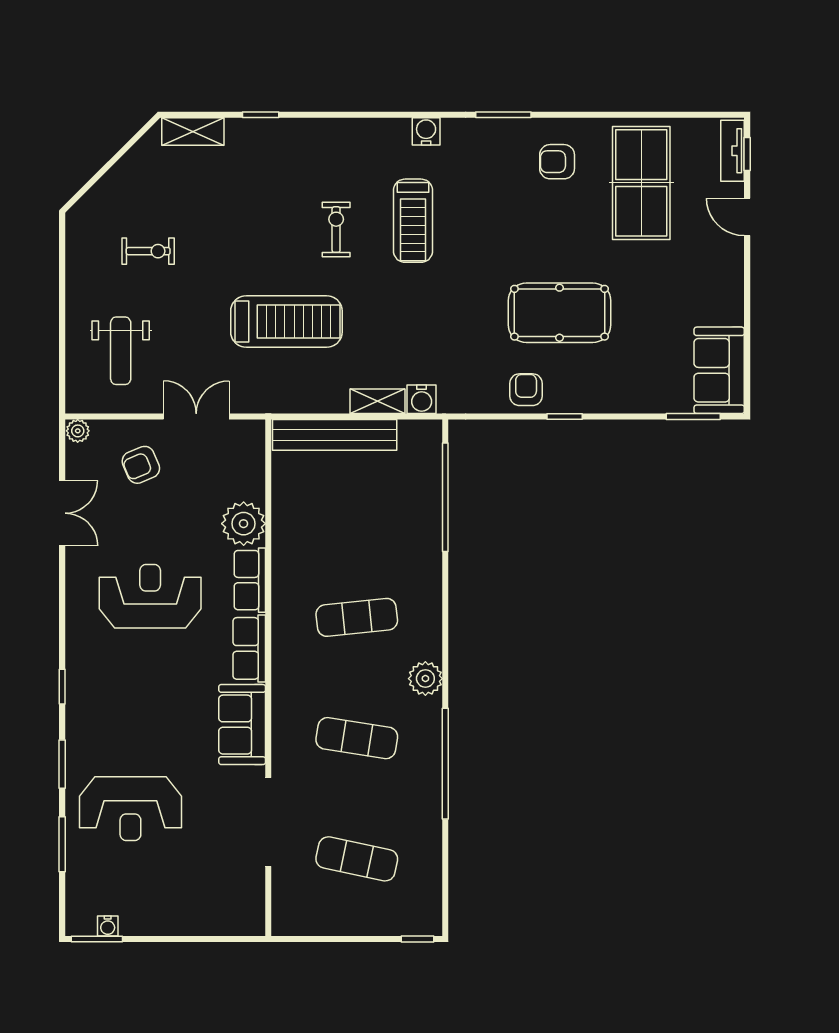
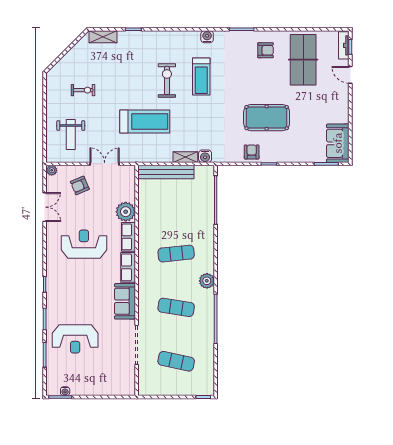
armchair: (557, 162) -> (265, 50), turned 180
exercise bike: (336, 230) -> (167, 80), width x1.38, depth x1.39

